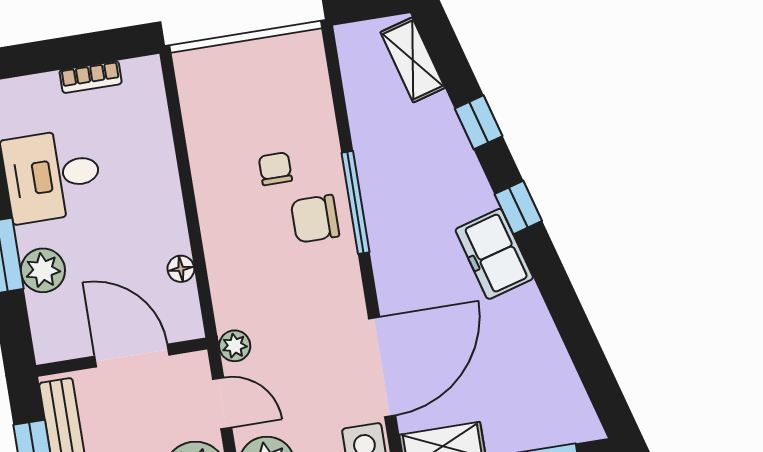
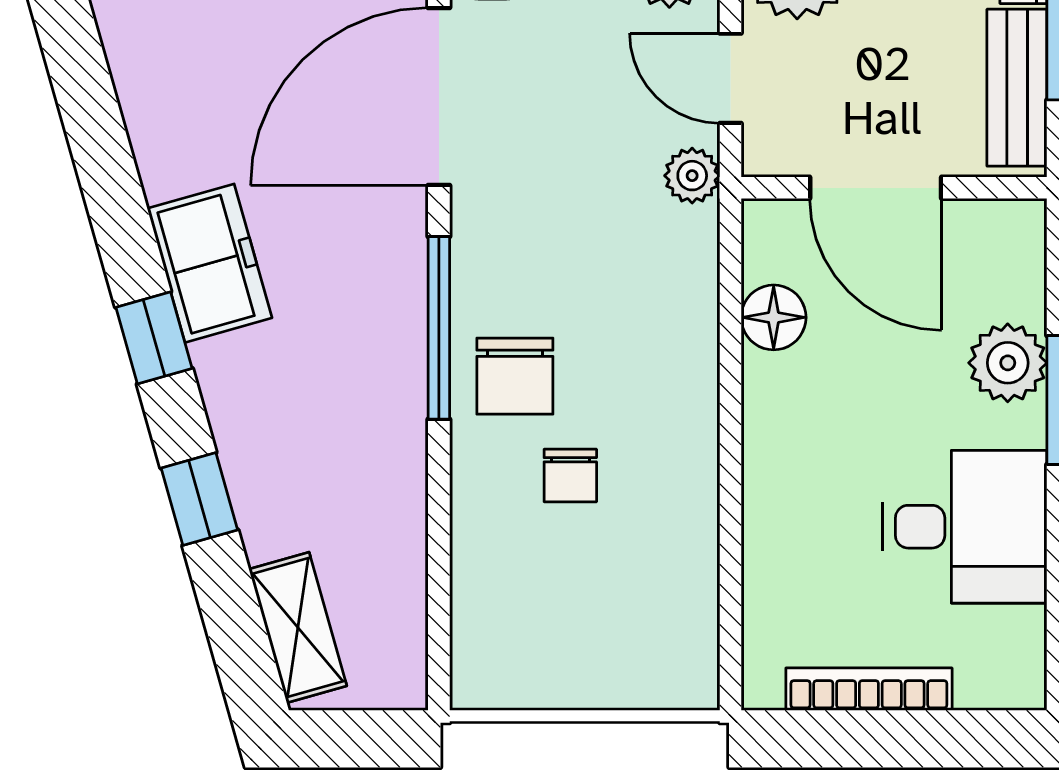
bookcase: (91, 77) -> (869, 689), width x1.56
window: (355, 202) -> (439, 328), moved
chair: (315, 219) -> (515, 376), turned 90
floor lamp: (181, 269) -> (774, 317), width x1.37, depth x1.37

